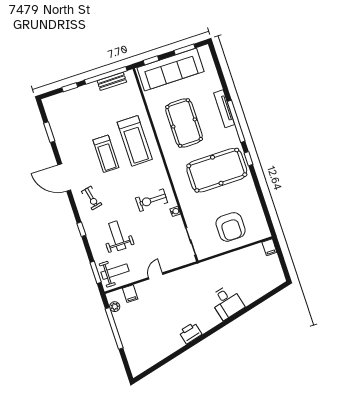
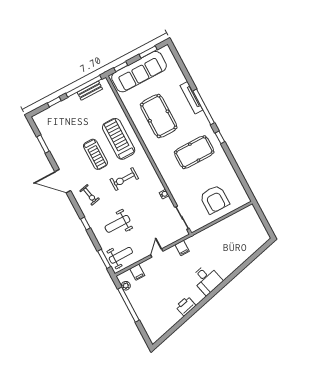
treadmill: (135, 141) -> (119, 139), turned 180
pool table: (217, 170) -> (194, 152), width x0.73, depth x0.76
exercise bike: (152, 200) -> (124, 179), moved
weight bench: (117, 236) -> (117, 224), turned -90
filing cabinet: (269, 247) -> (182, 248), moved
desk: (227, 302) -> (207, 279), moved
printer: (190, 333) -> (186, 306), moved

